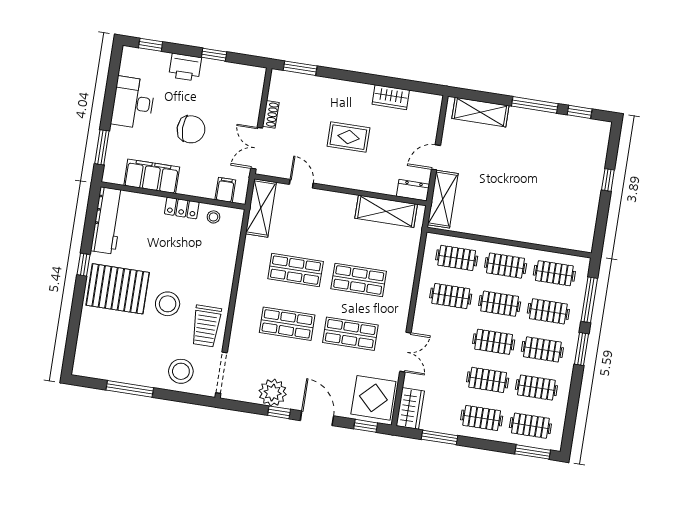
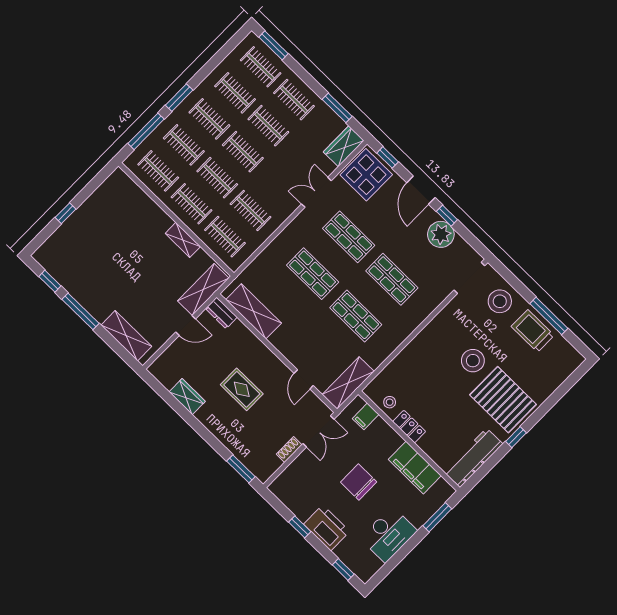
printer: (185, 67) -> (327, 528), width x1.37, depth x1.19
shelving: (491, 229) -> (183, 240), added
trolley: (206, 326) -> (533, 331), moved, turned -90

